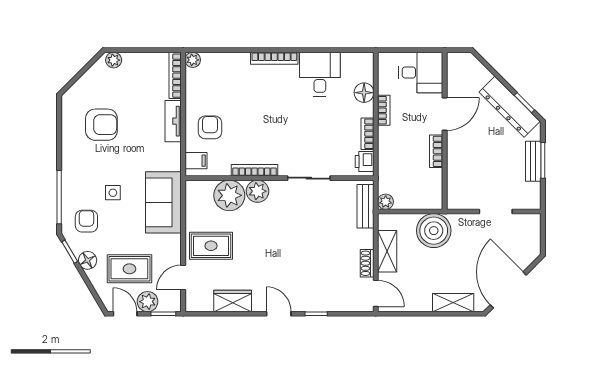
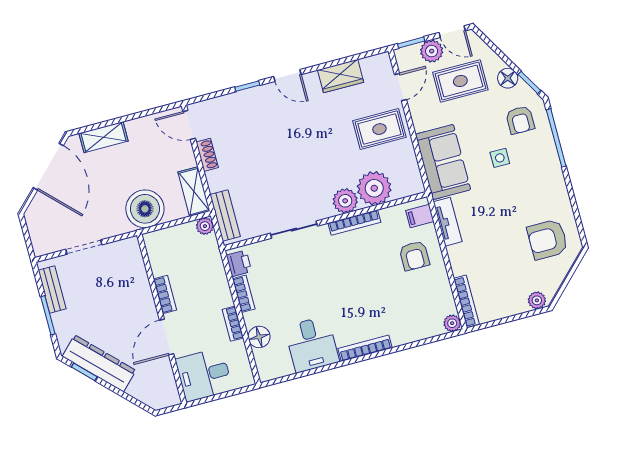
tv unit: (173, 121) -> (448, 222), moved
armchair: (101, 125) -> (547, 239), moved
bench: (533, 161) -> (52, 289), moved
shelving: (387, 251) -> (194, 192), moved

